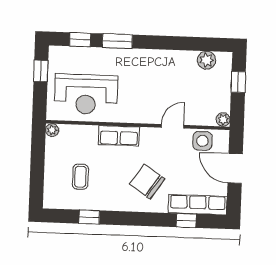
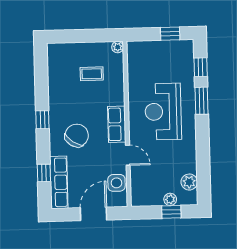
reception desk: (86, 94) -> (163, 112), moved
plant: (223, 120) -> (170, 199), moved
row of seats: (119, 136) -> (117, 124), moved
coffee table: (80, 177) -> (92, 74), moved
window: (89, 217) -> (42, 120), moved

